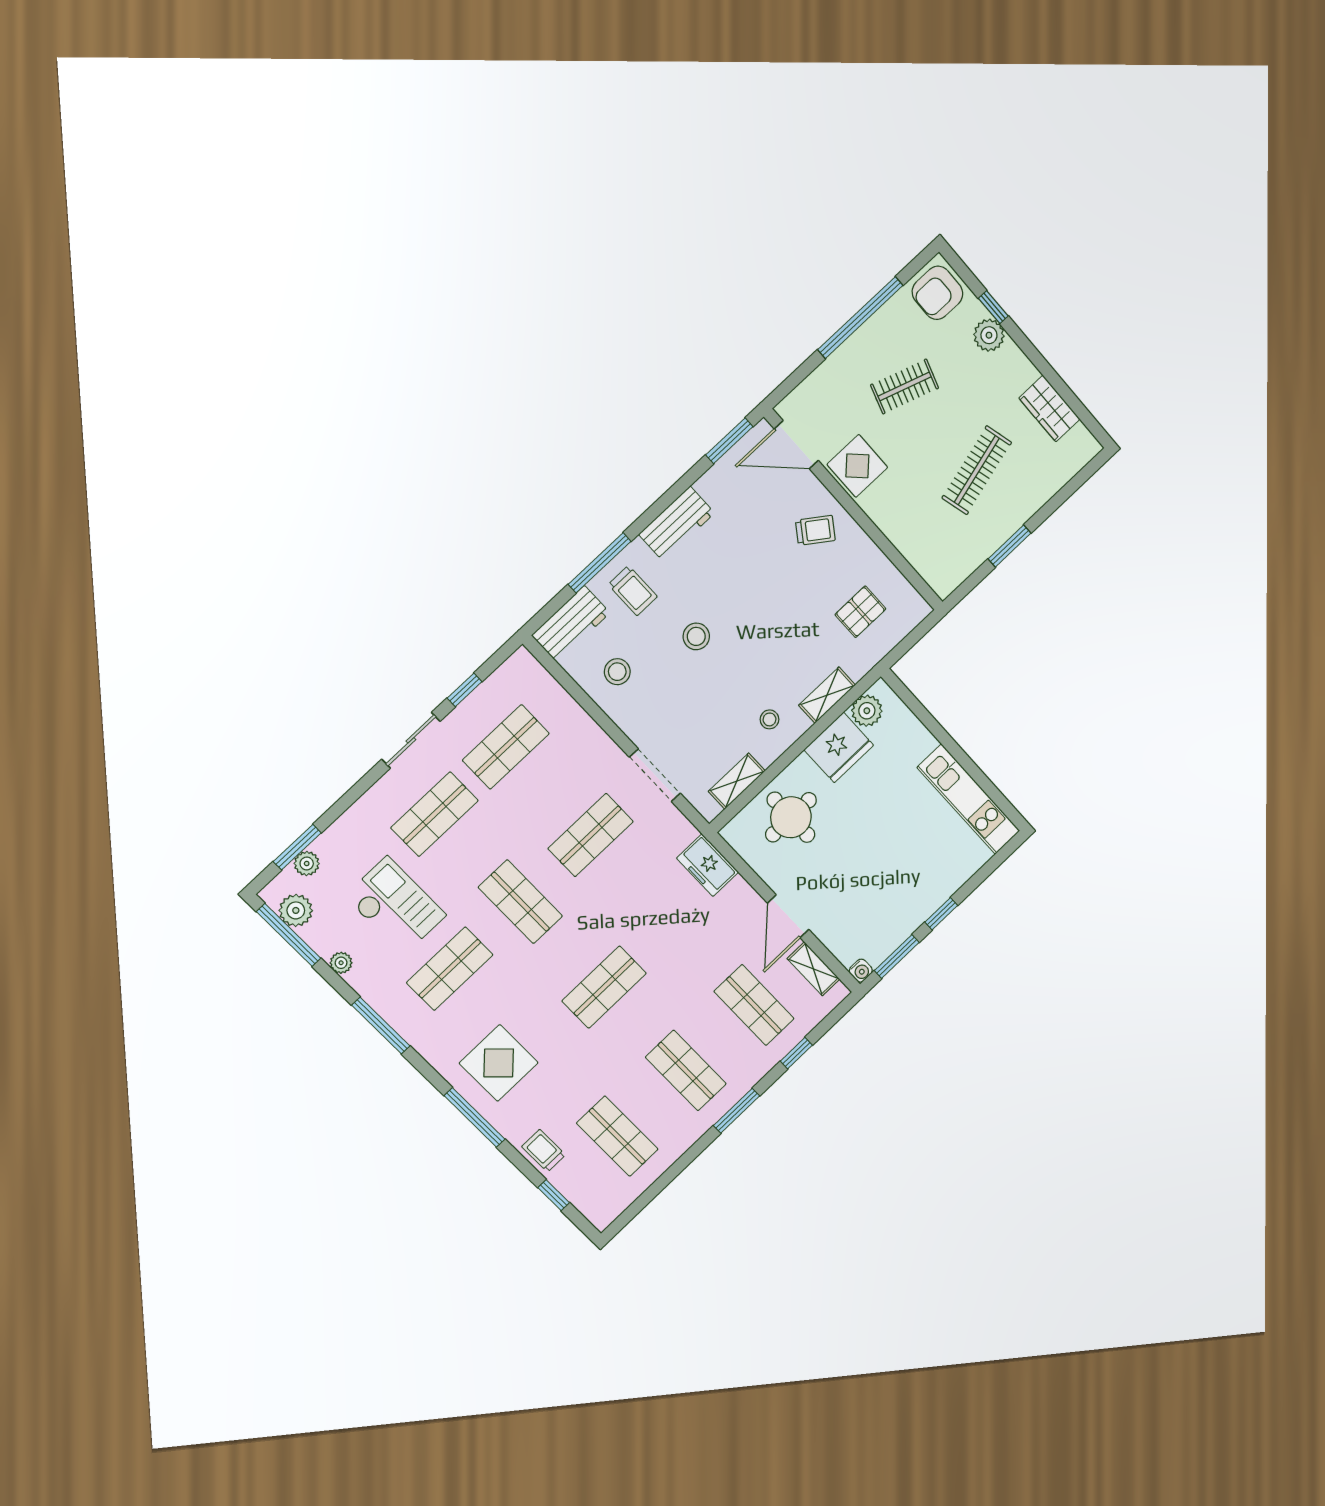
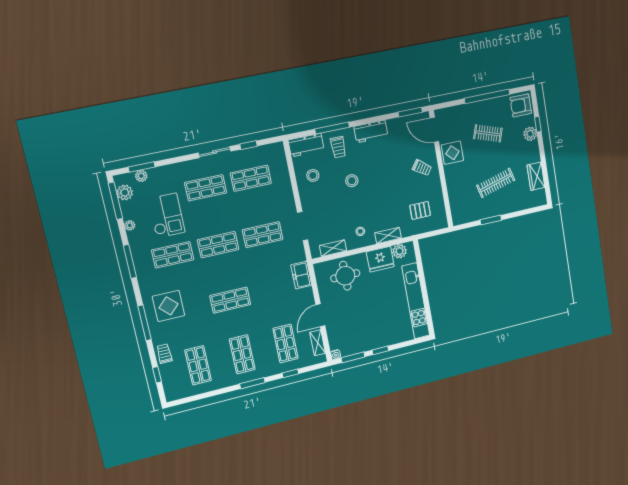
kitchen unit: (969, 799) -> (416, 301), width x1.36
shop shelf: (520, 902) -> (218, 245), turned 90

